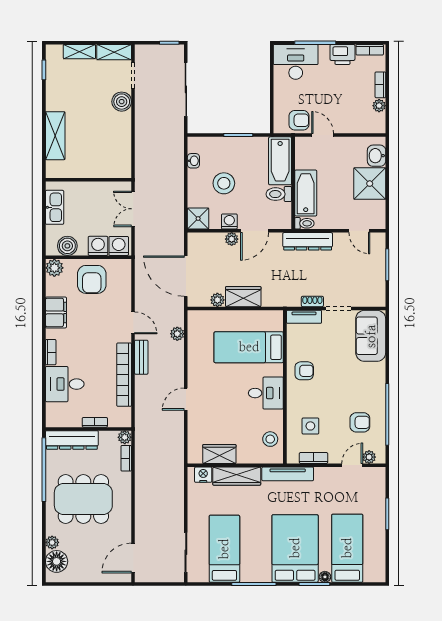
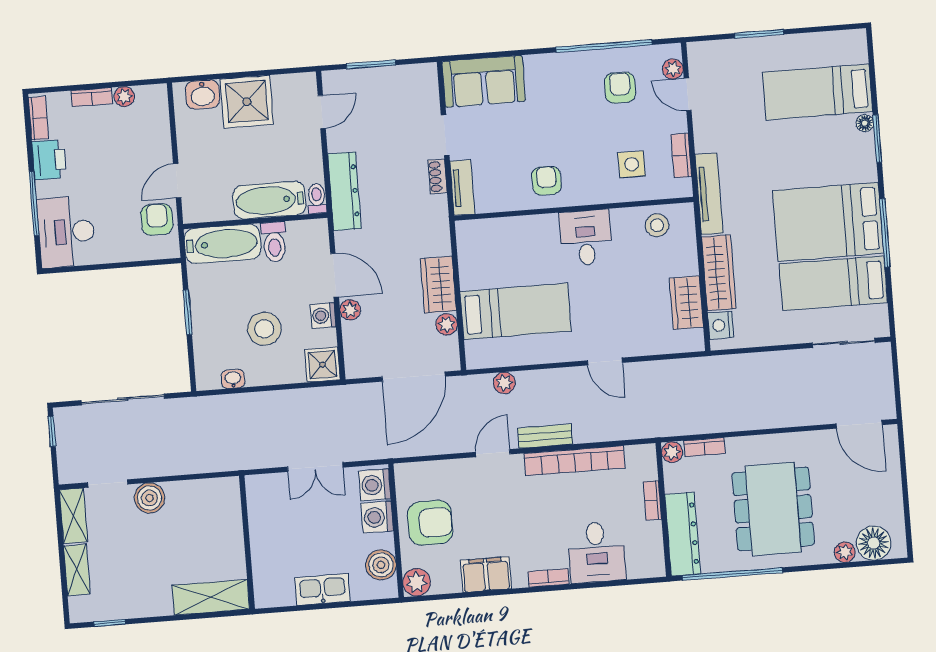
wall: (88, 180) -> (247, 542), moved
bed: (249, 347) -> (516, 311), moved, turned -90
bed: (295, 548) -> (828, 222), moved

